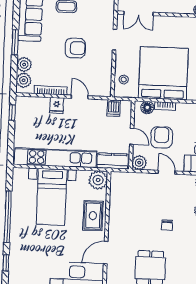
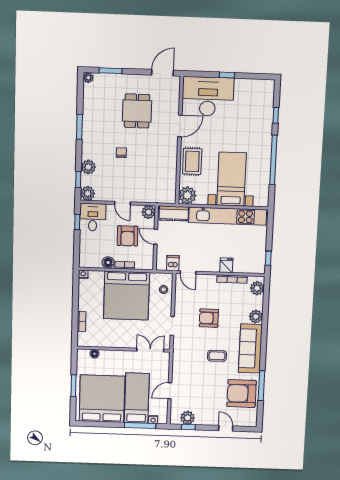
window: (15, 42) -> (265, 323), removed
plant: (24, 64) -> (256, 317), moved
door: (80, 97) -> (188, 272), moved
floor lamp: (147, 108) -> (108, 263), moved

